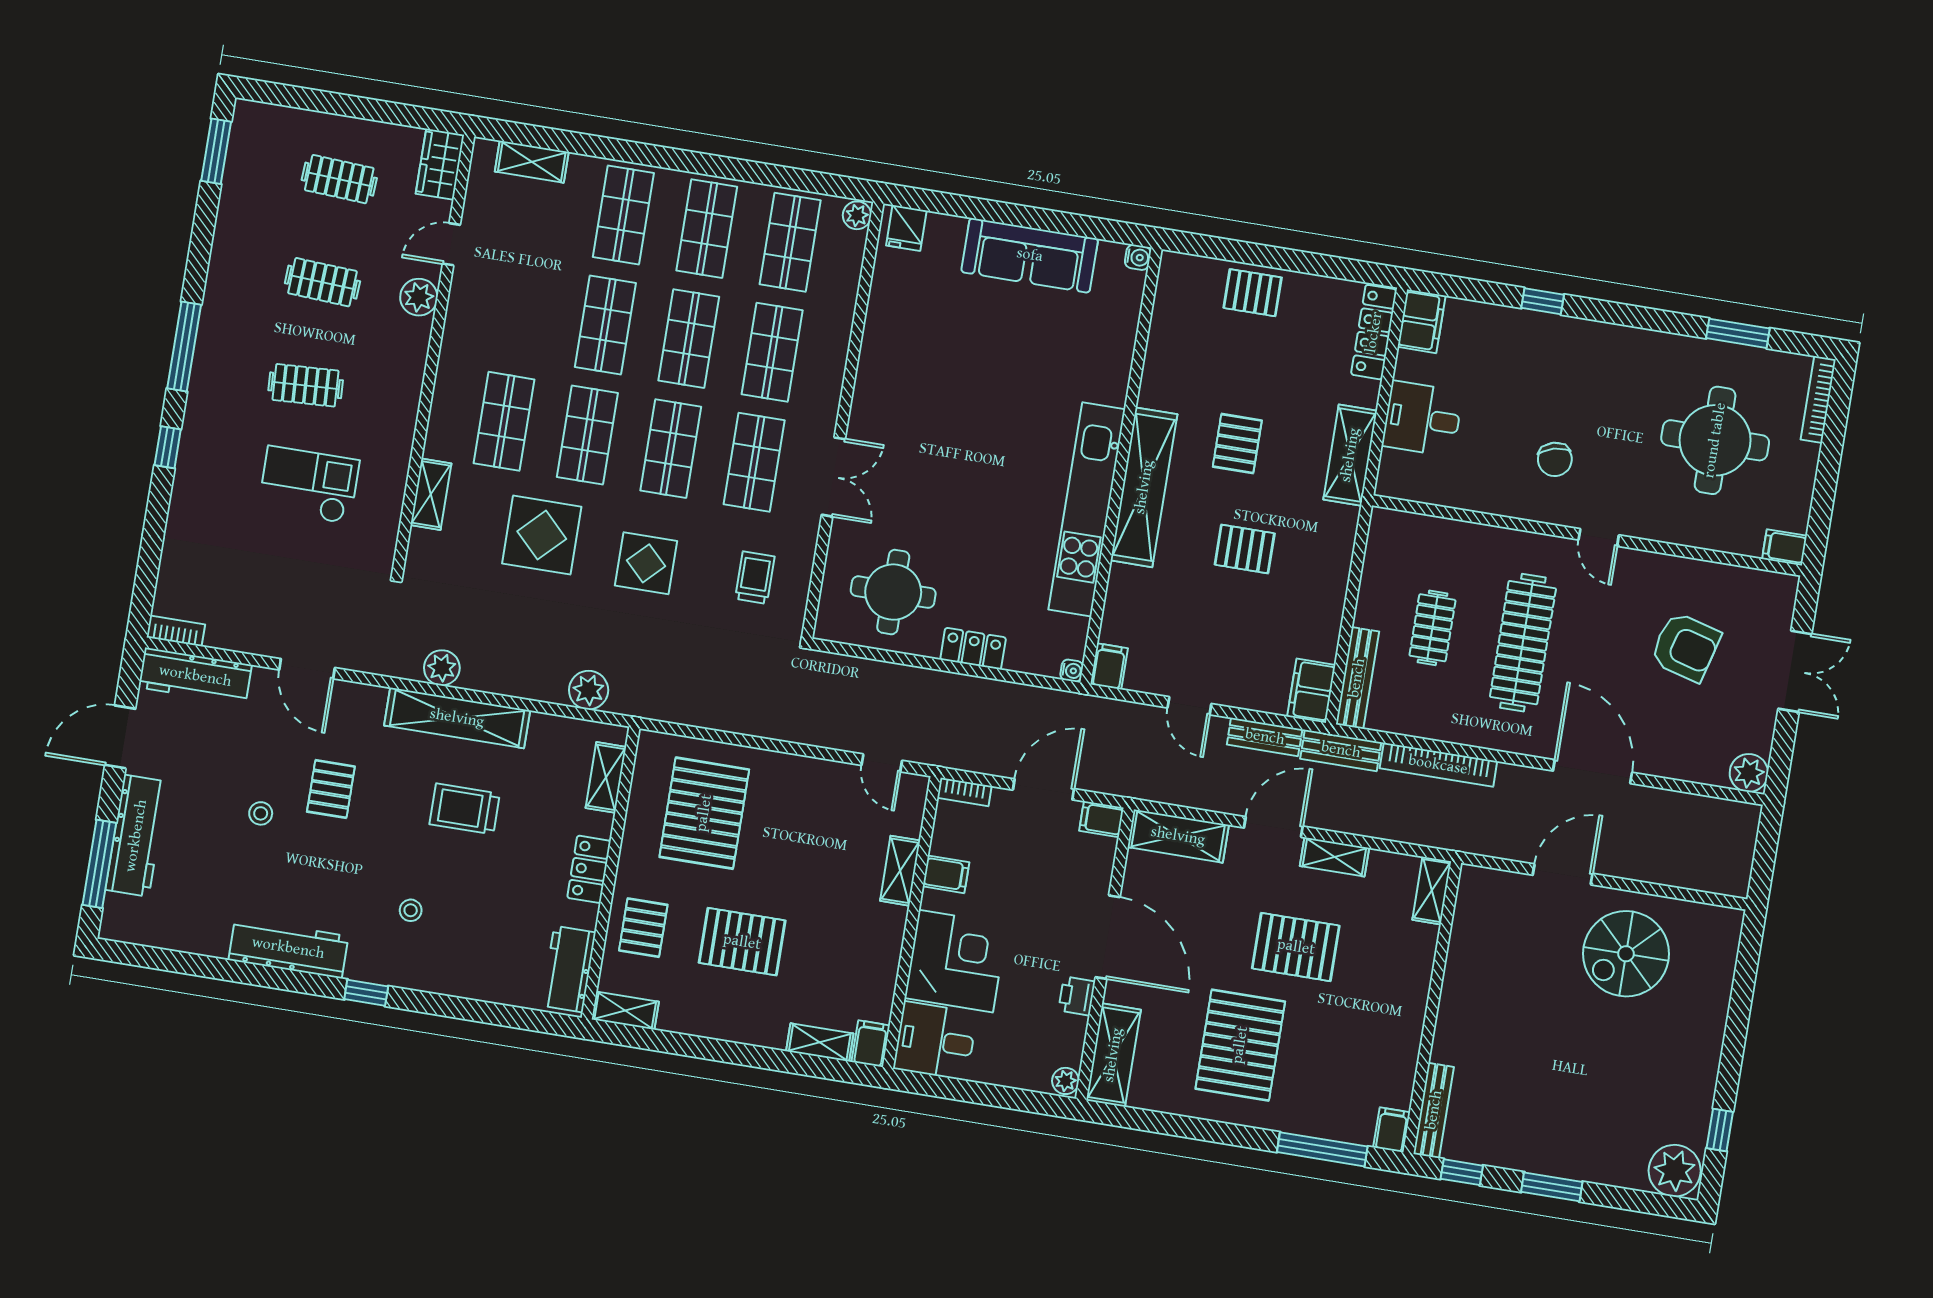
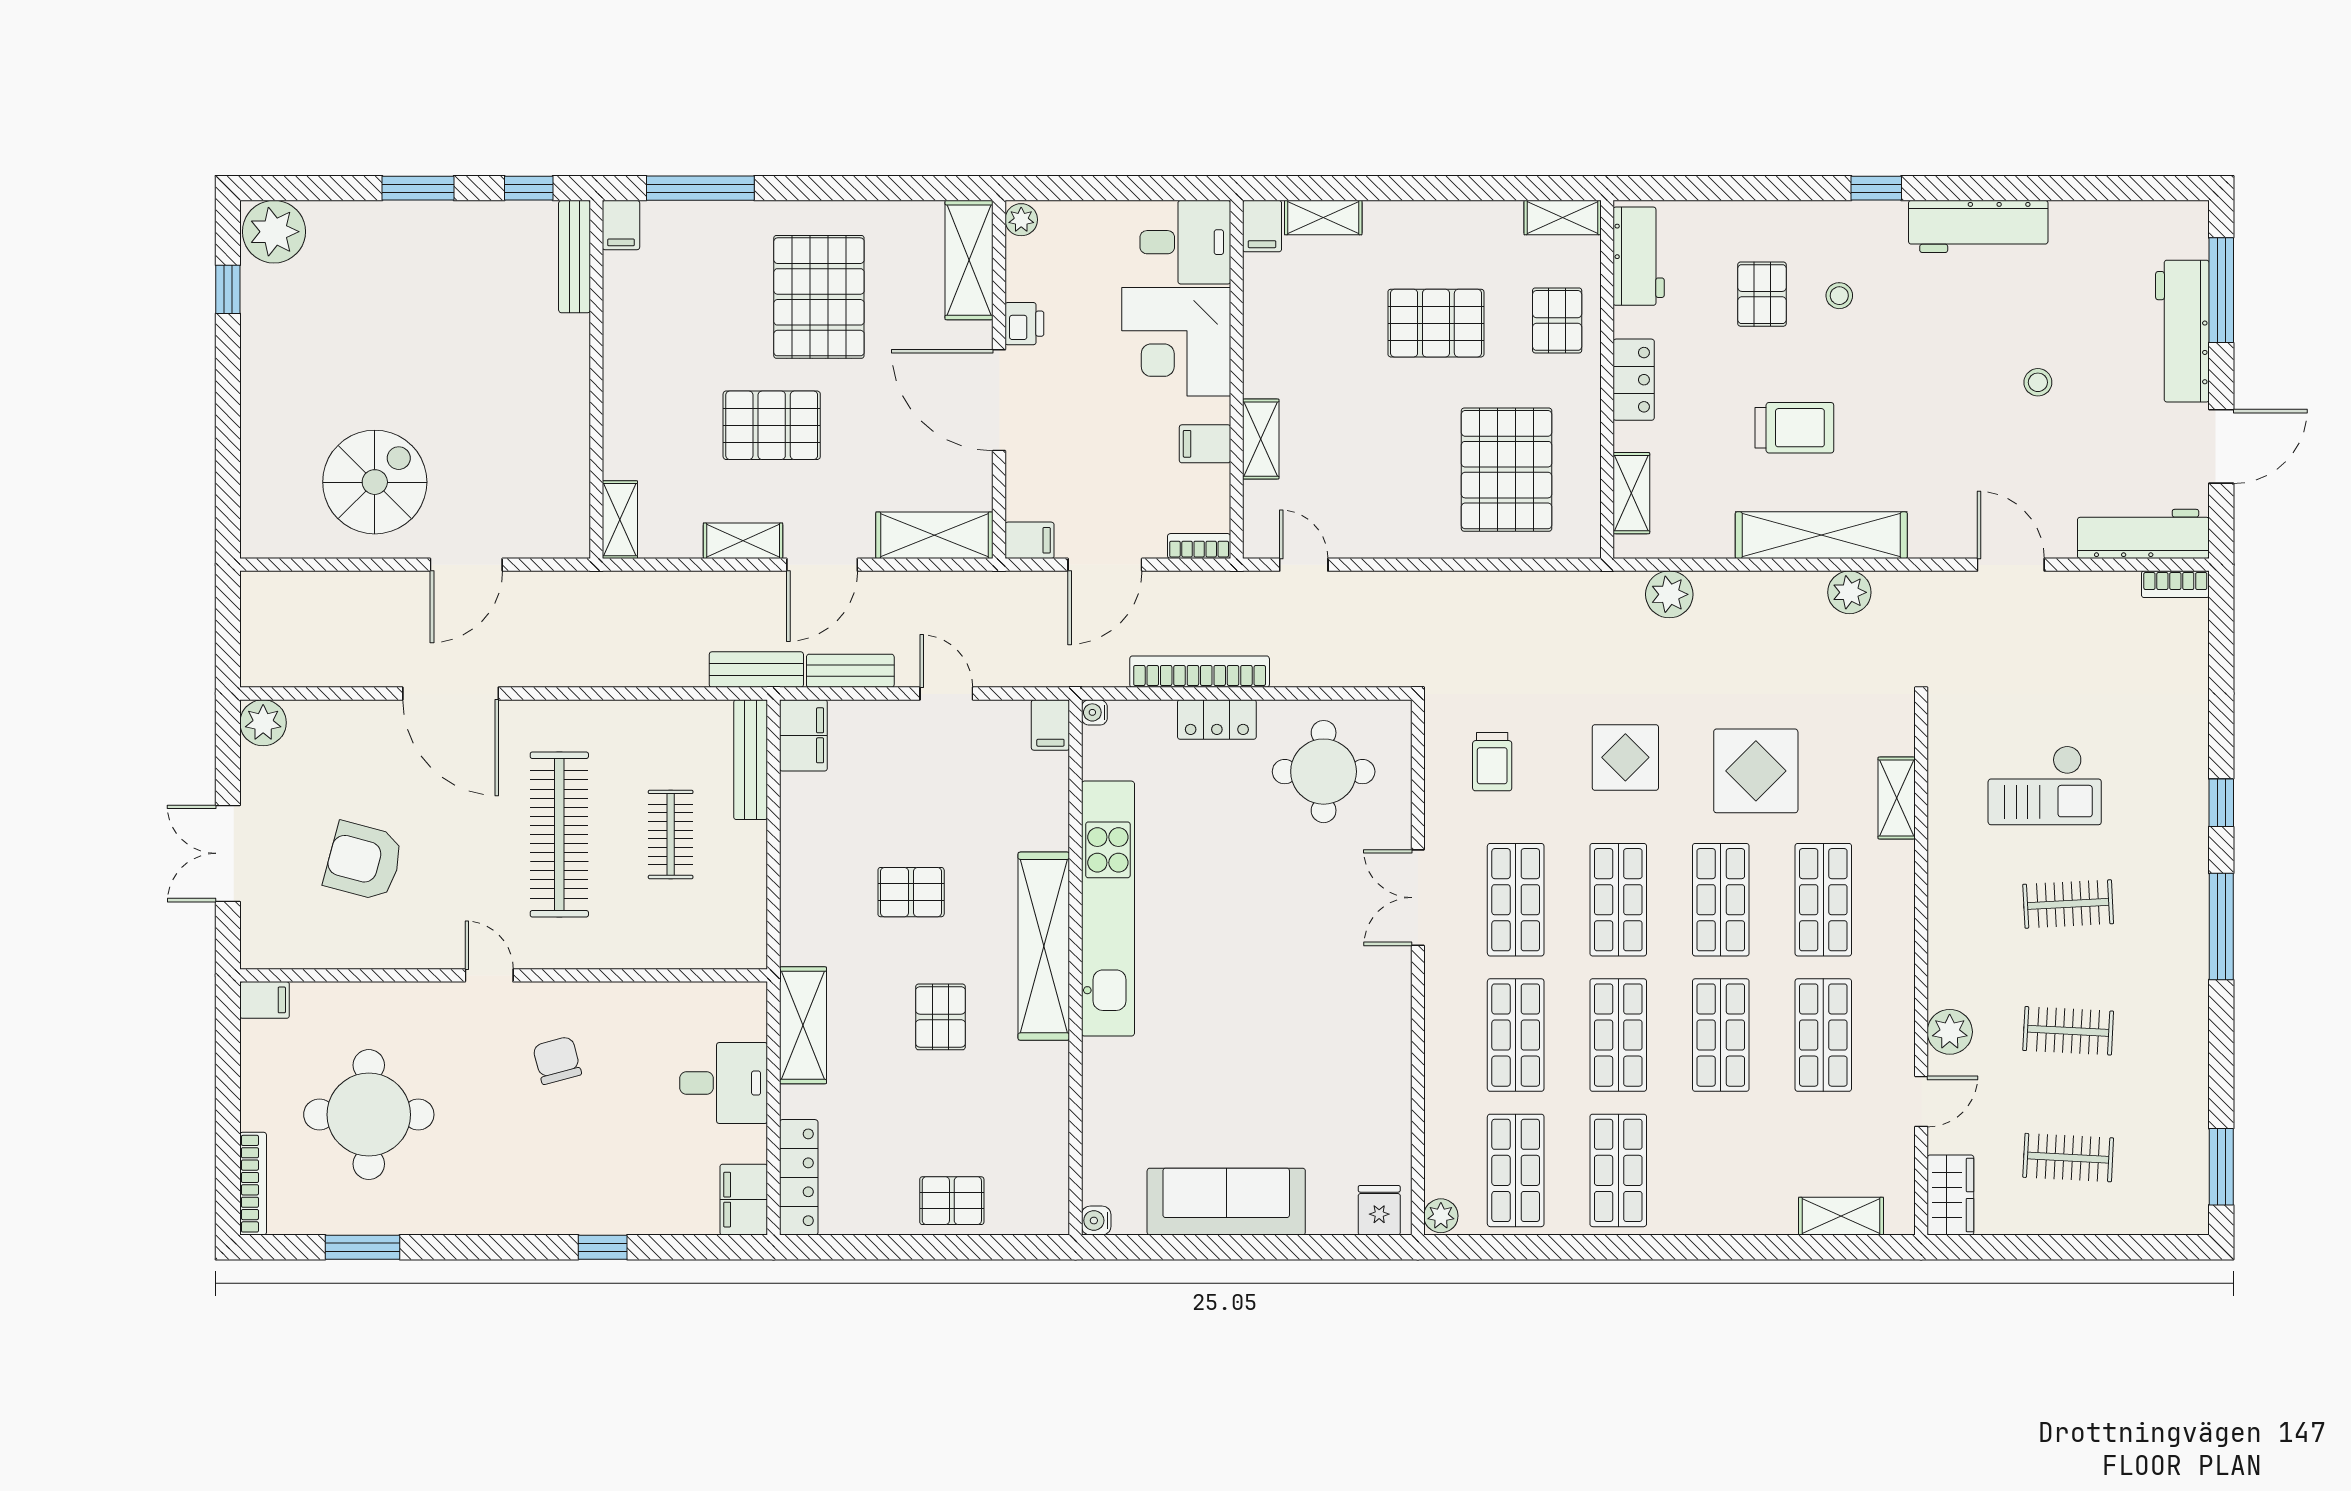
shop shelf: (623, 215) -> (1823, 1035), moved
bookcase: (1438, 765) -> (1200, 672), moved
pallet: (331, 789) -> (1762, 294), moved

